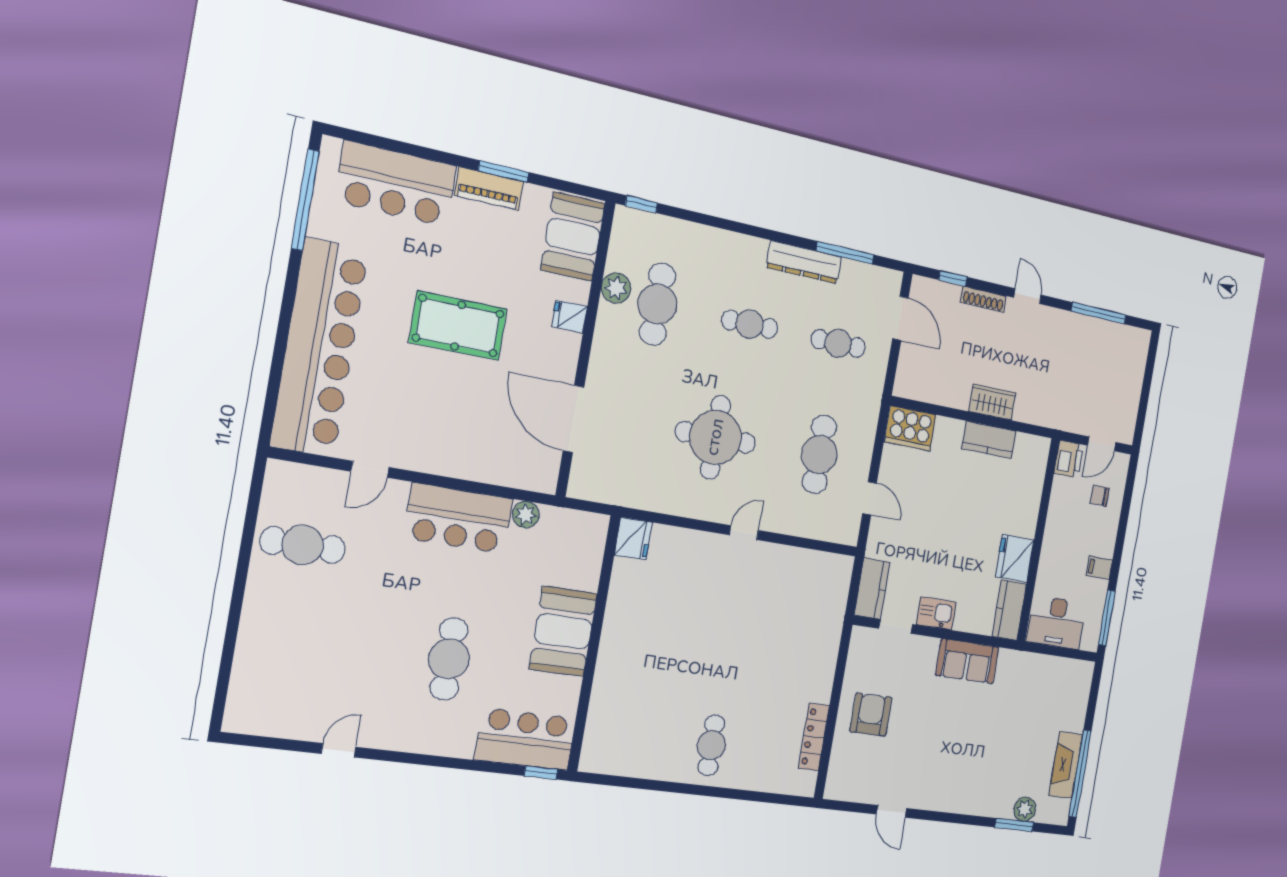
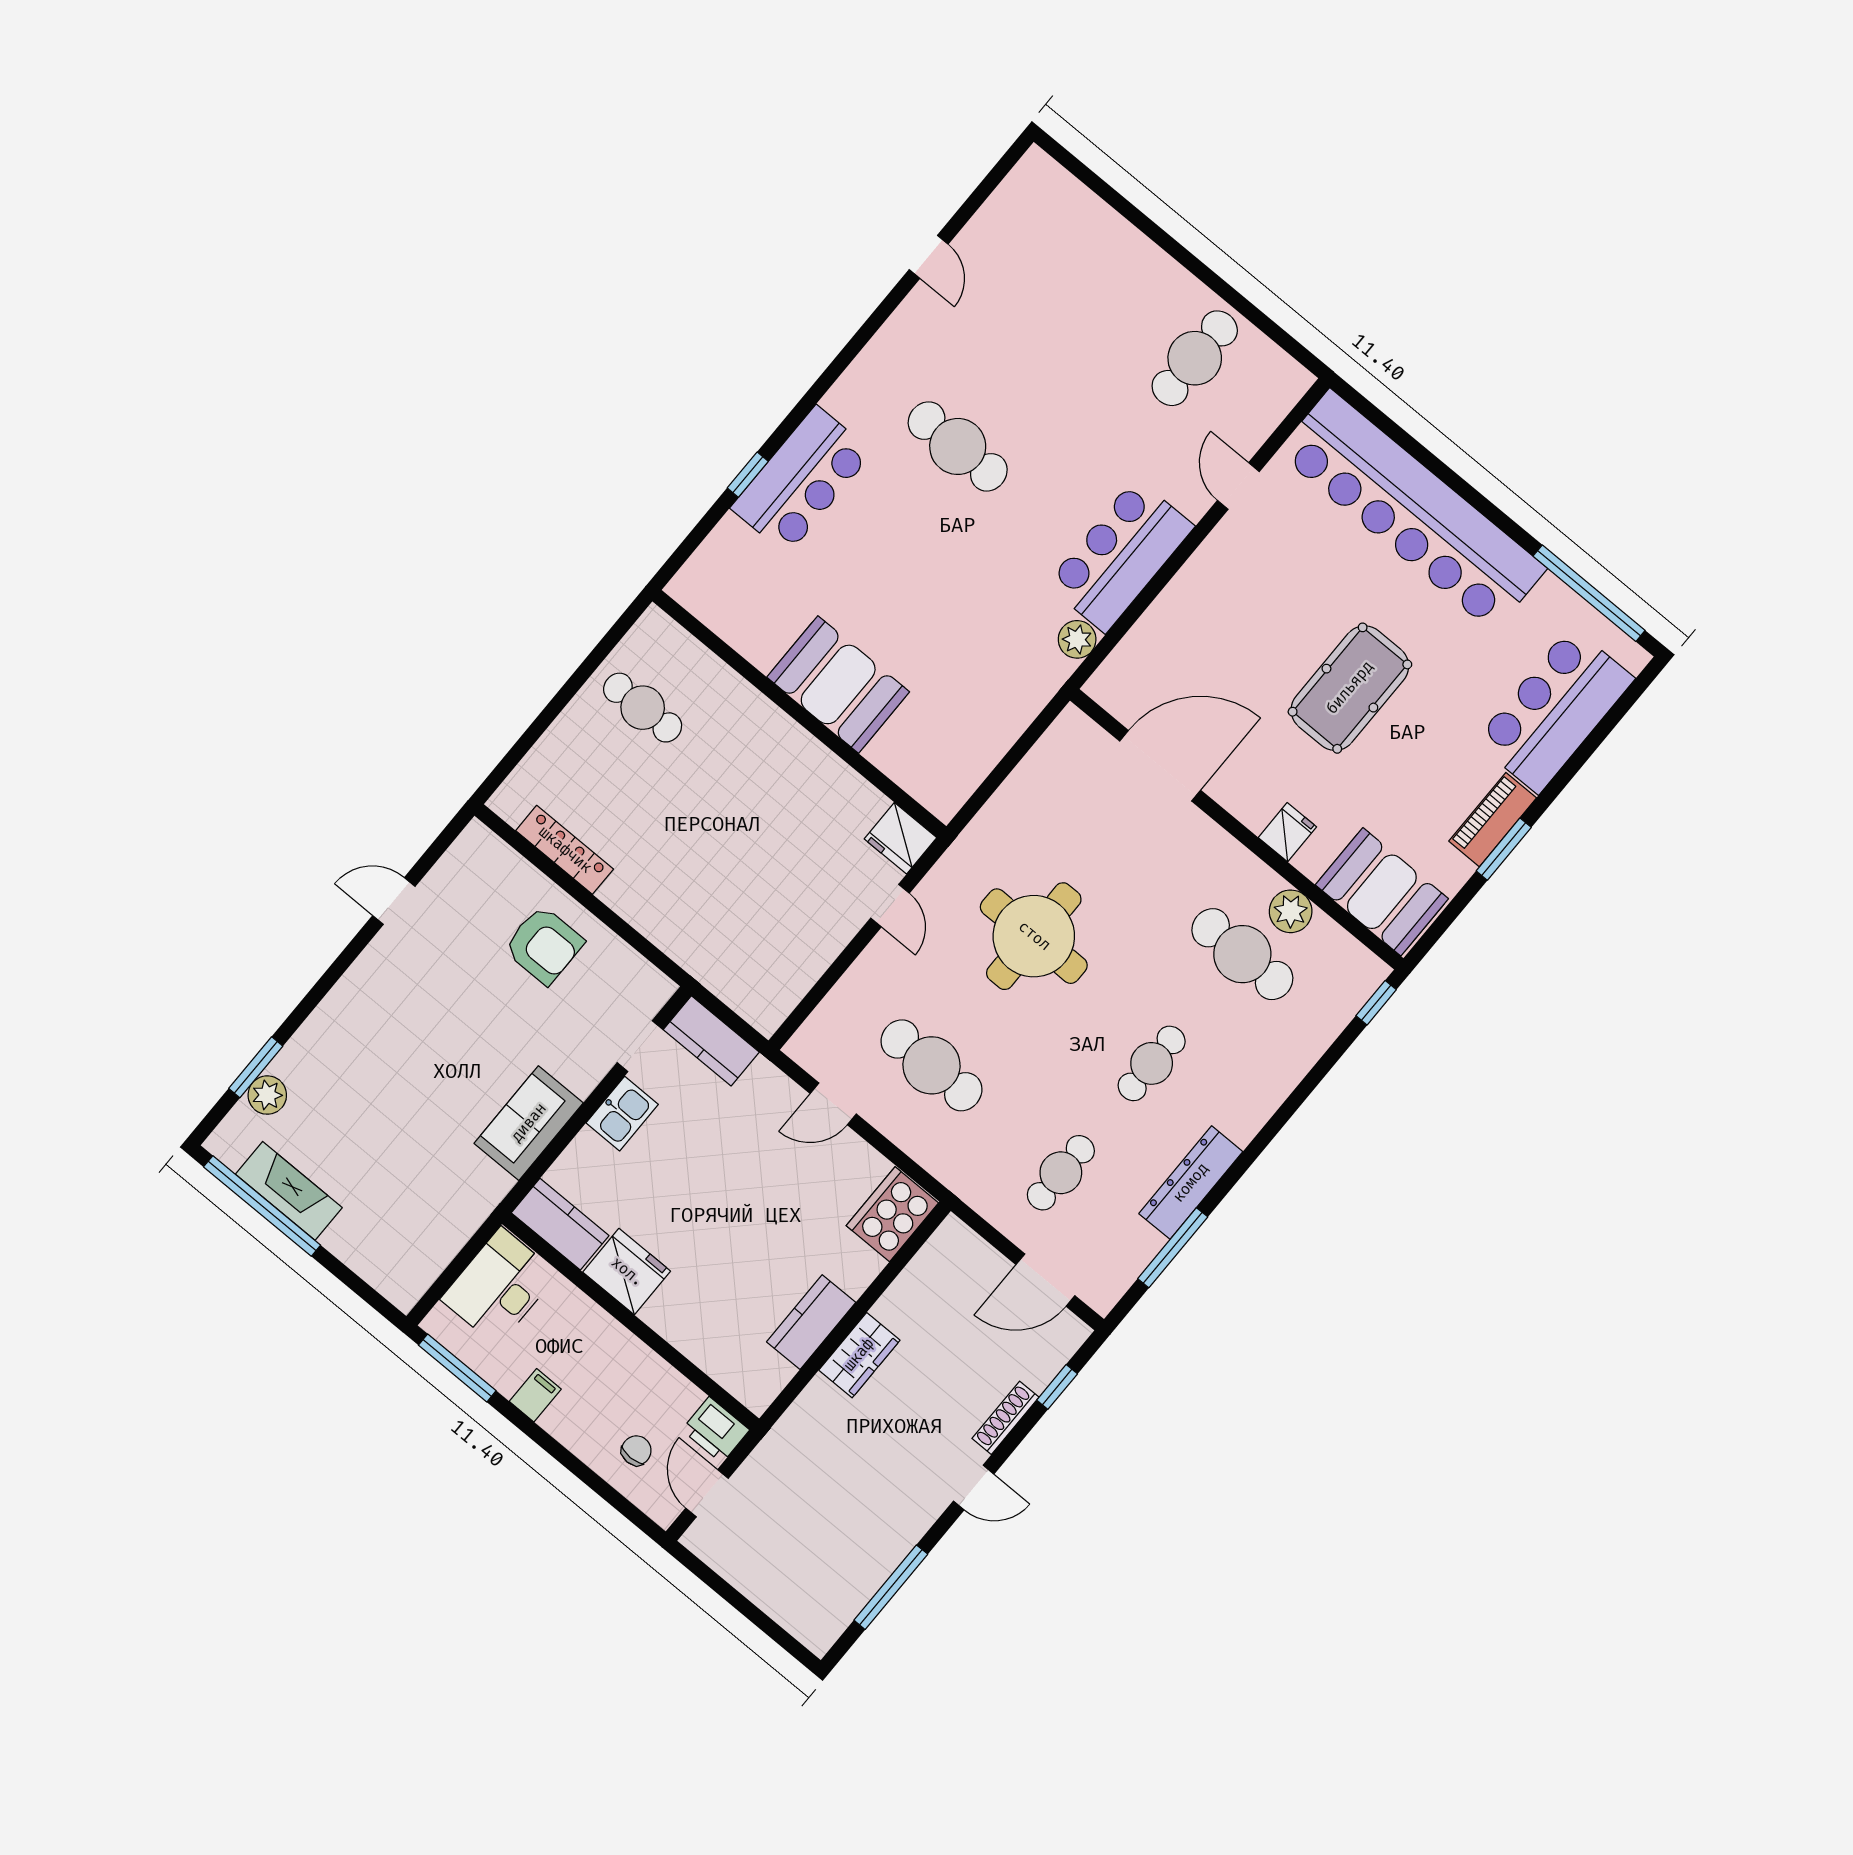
fridge: (633, 539) -> (901, 838), moved
booth: (563, 631) -> (838, 684), moved
wall: (594, 644) -> (799, 714), moved

